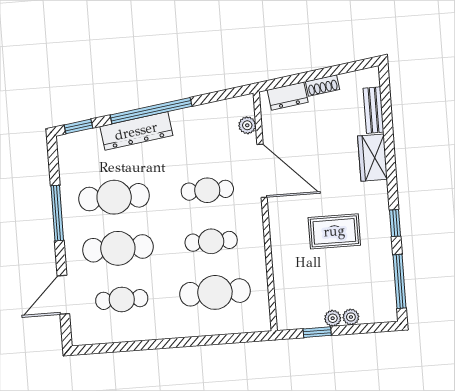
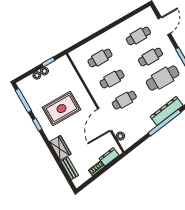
door: (262, 171) -> (105, 120), hinge flipped
rug: (334, 231) -> (61, 109), width x1.36, depth x1.43
cafe table: (118, 248) -> (150, 57), width x0.73, depth x0.74
cafe table: (215, 292) -> (100, 58), width x0.73, depth x0.74

